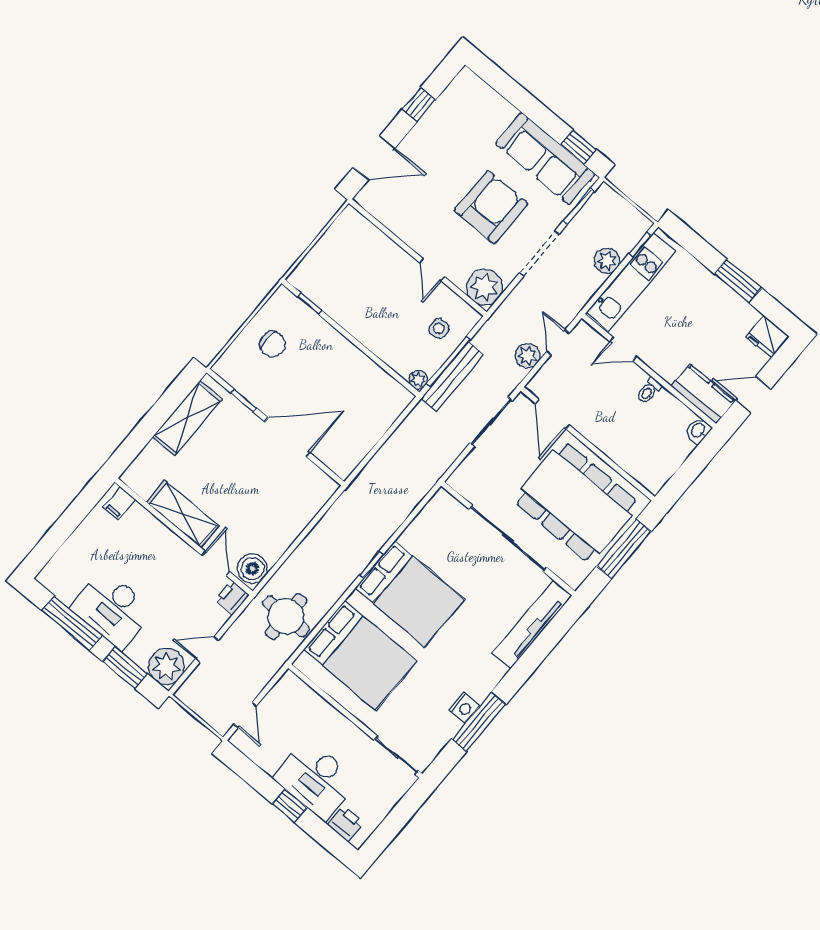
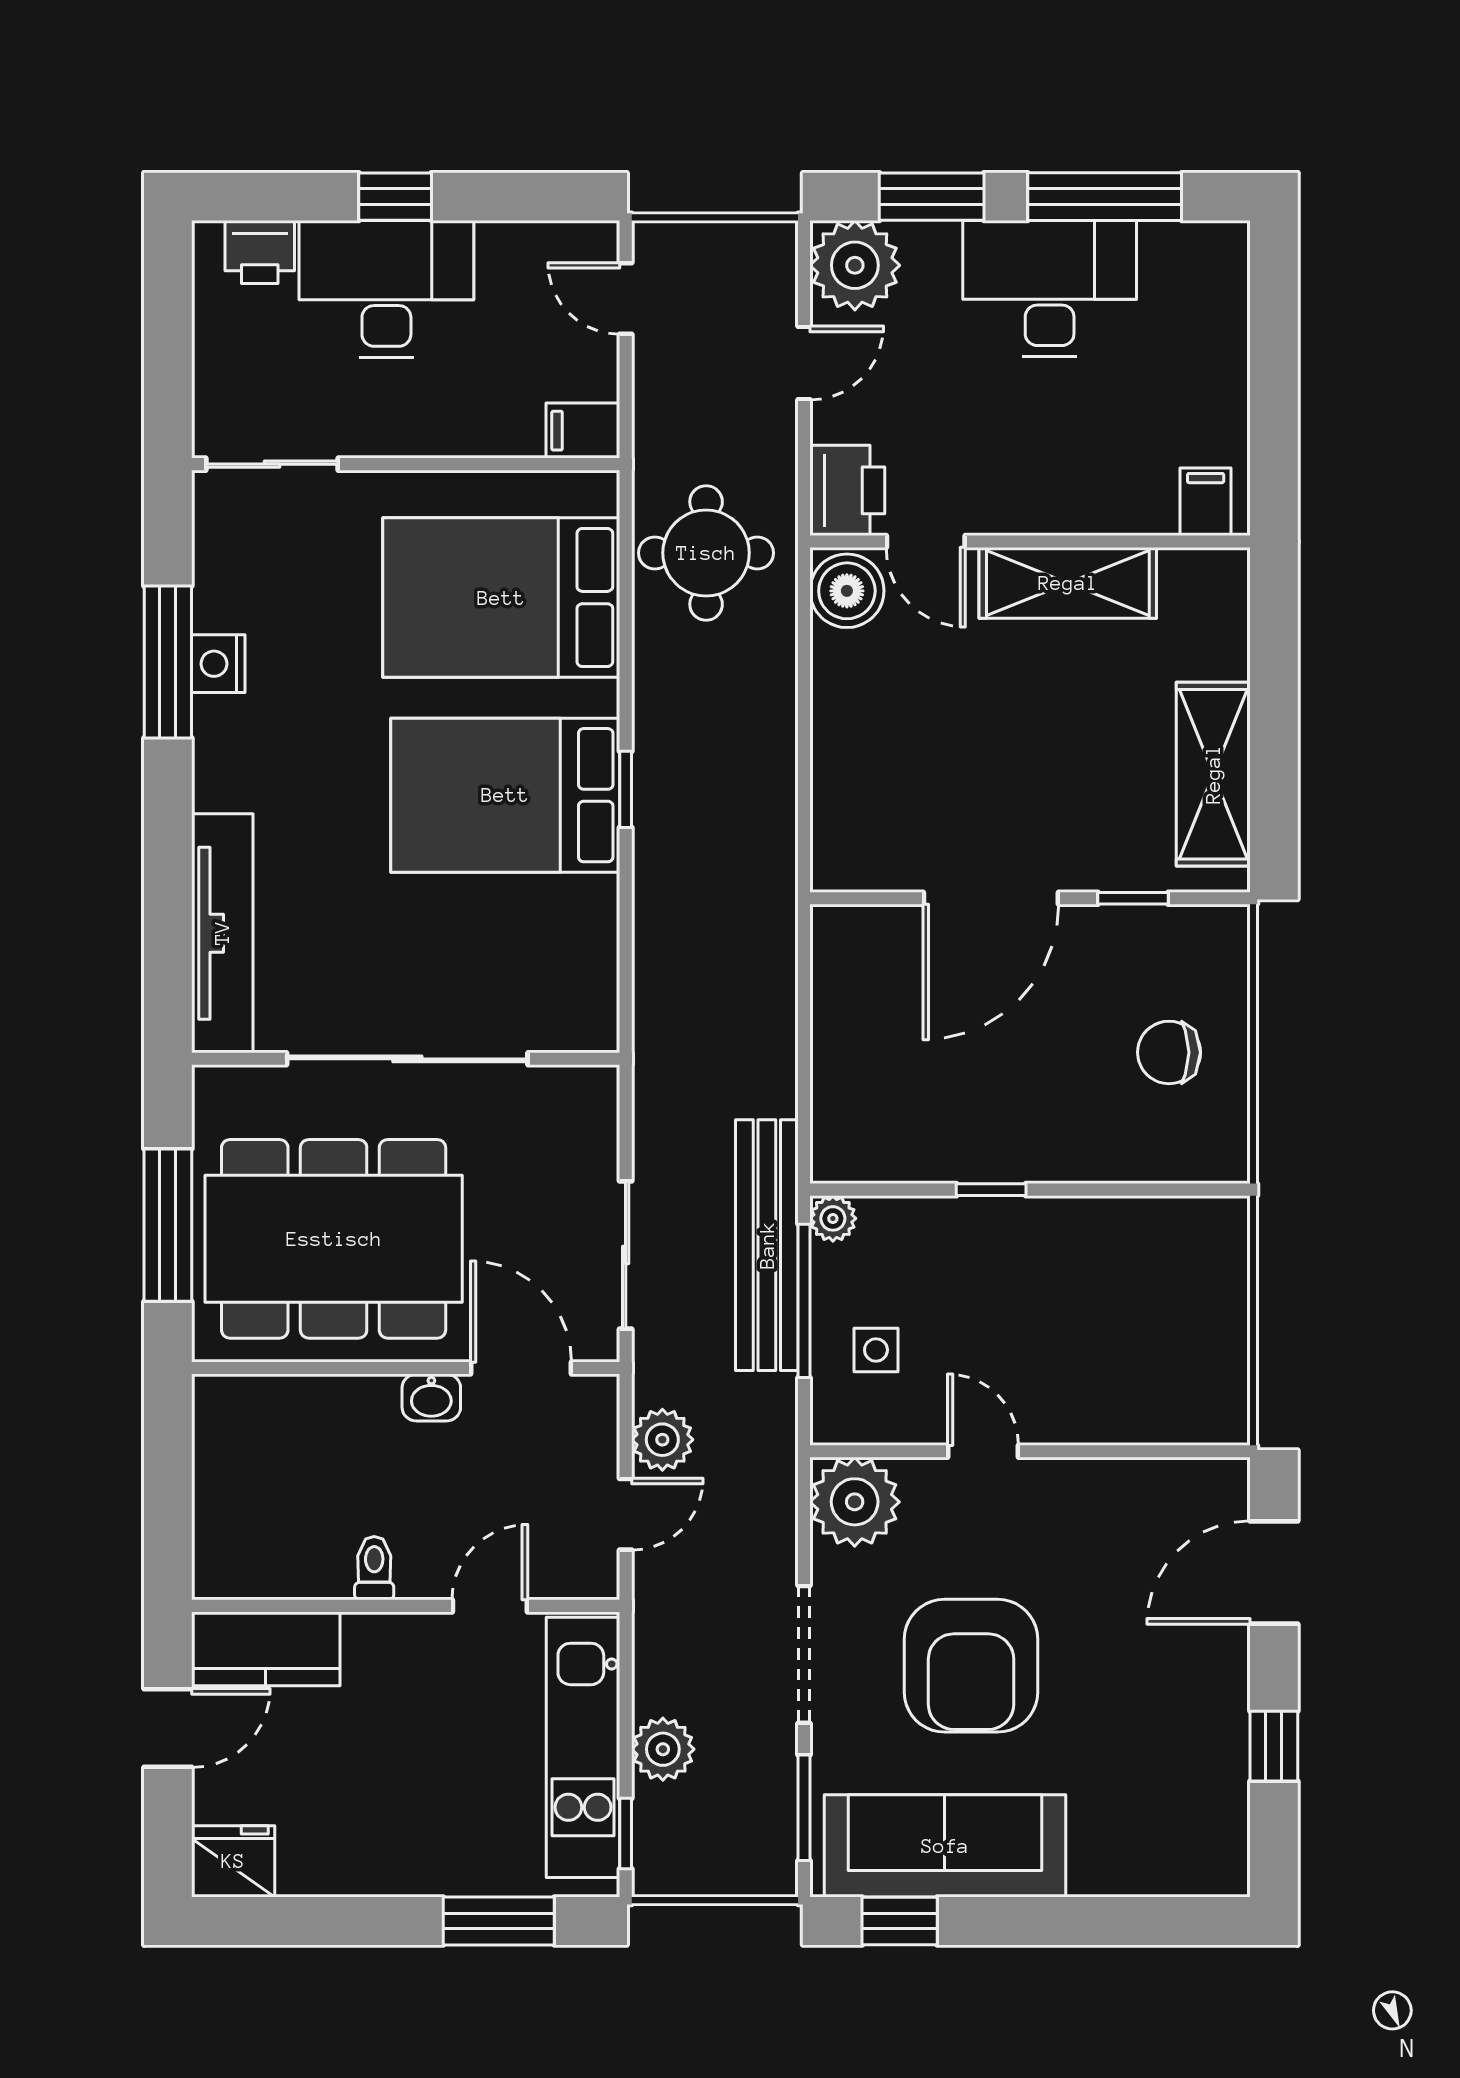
window: (738, 281) -> (499, 1921), moved
window: (310, 304) -> (991, 1190), moved
door: (558, 342) -> (626, 1514), hinge flipped
bench: (452, 377) -> (767, 1245), width x1.37, depth x1.21
washbasin: (698, 431) -> (431, 1398), moved, turned 90
printer: (232, 597) -> (847, 490), width x1.36, depth x1.24
filing cabinet: (292, 686) -> (583, 431), added

